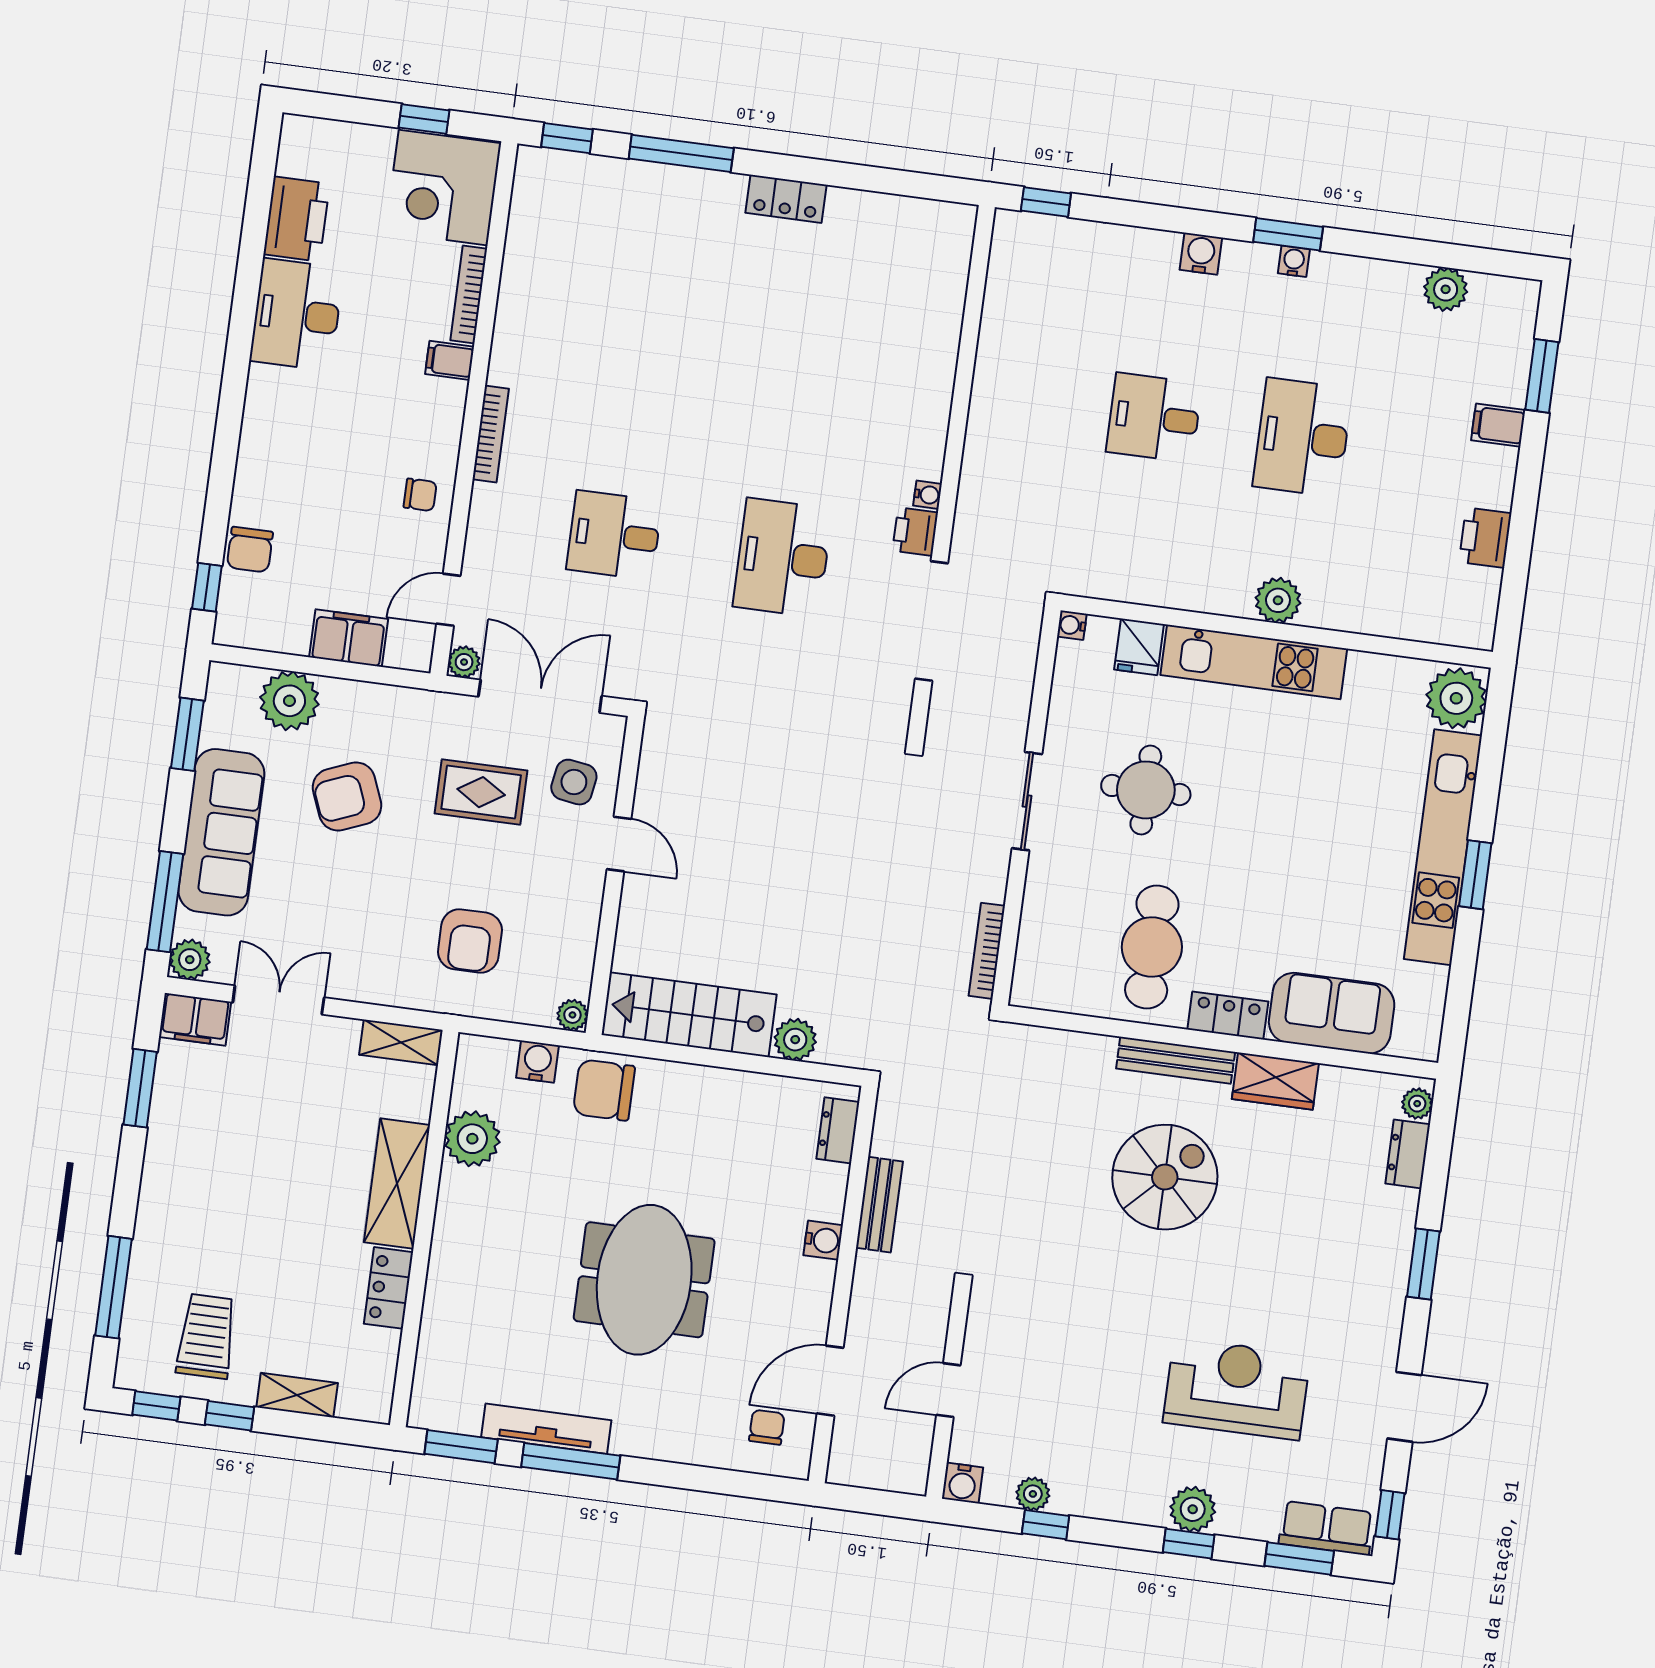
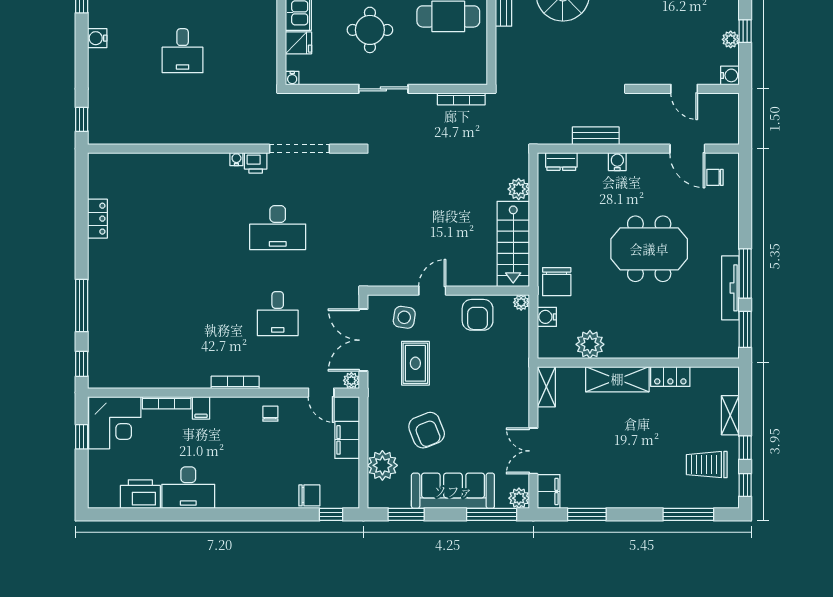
locker: (786, 199) -> (97, 219), moved
armchair: (470, 941) -> (478, 315), moved, turned 90

